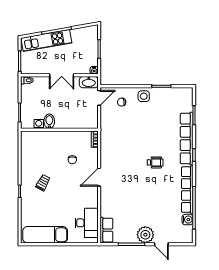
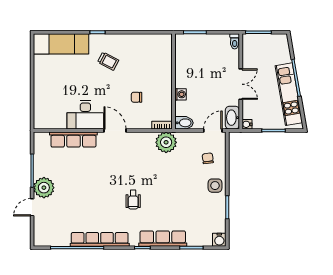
kitchen unit: (46, 41) -> (289, 94), moved
double door: (62, 75) -> (241, 84), swing flipped
door: (99, 98) -> (213, 131), swing flipped
bidet: (49, 121) -> (184, 123), moved
washing machine: (39, 124) -> (181, 94), moved
plant: (109, 136) -> (166, 142), added
row of seats: (187, 138) -> (163, 239), width x0.73
water cooler: (187, 220) -> (219, 240), moved
desk: (87, 223) -> (85, 115), moved
row of seats: (106, 230) -> (73, 140), moved, width x1.48
exam couch: (45, 235) -> (61, 44), moved, turned 90

